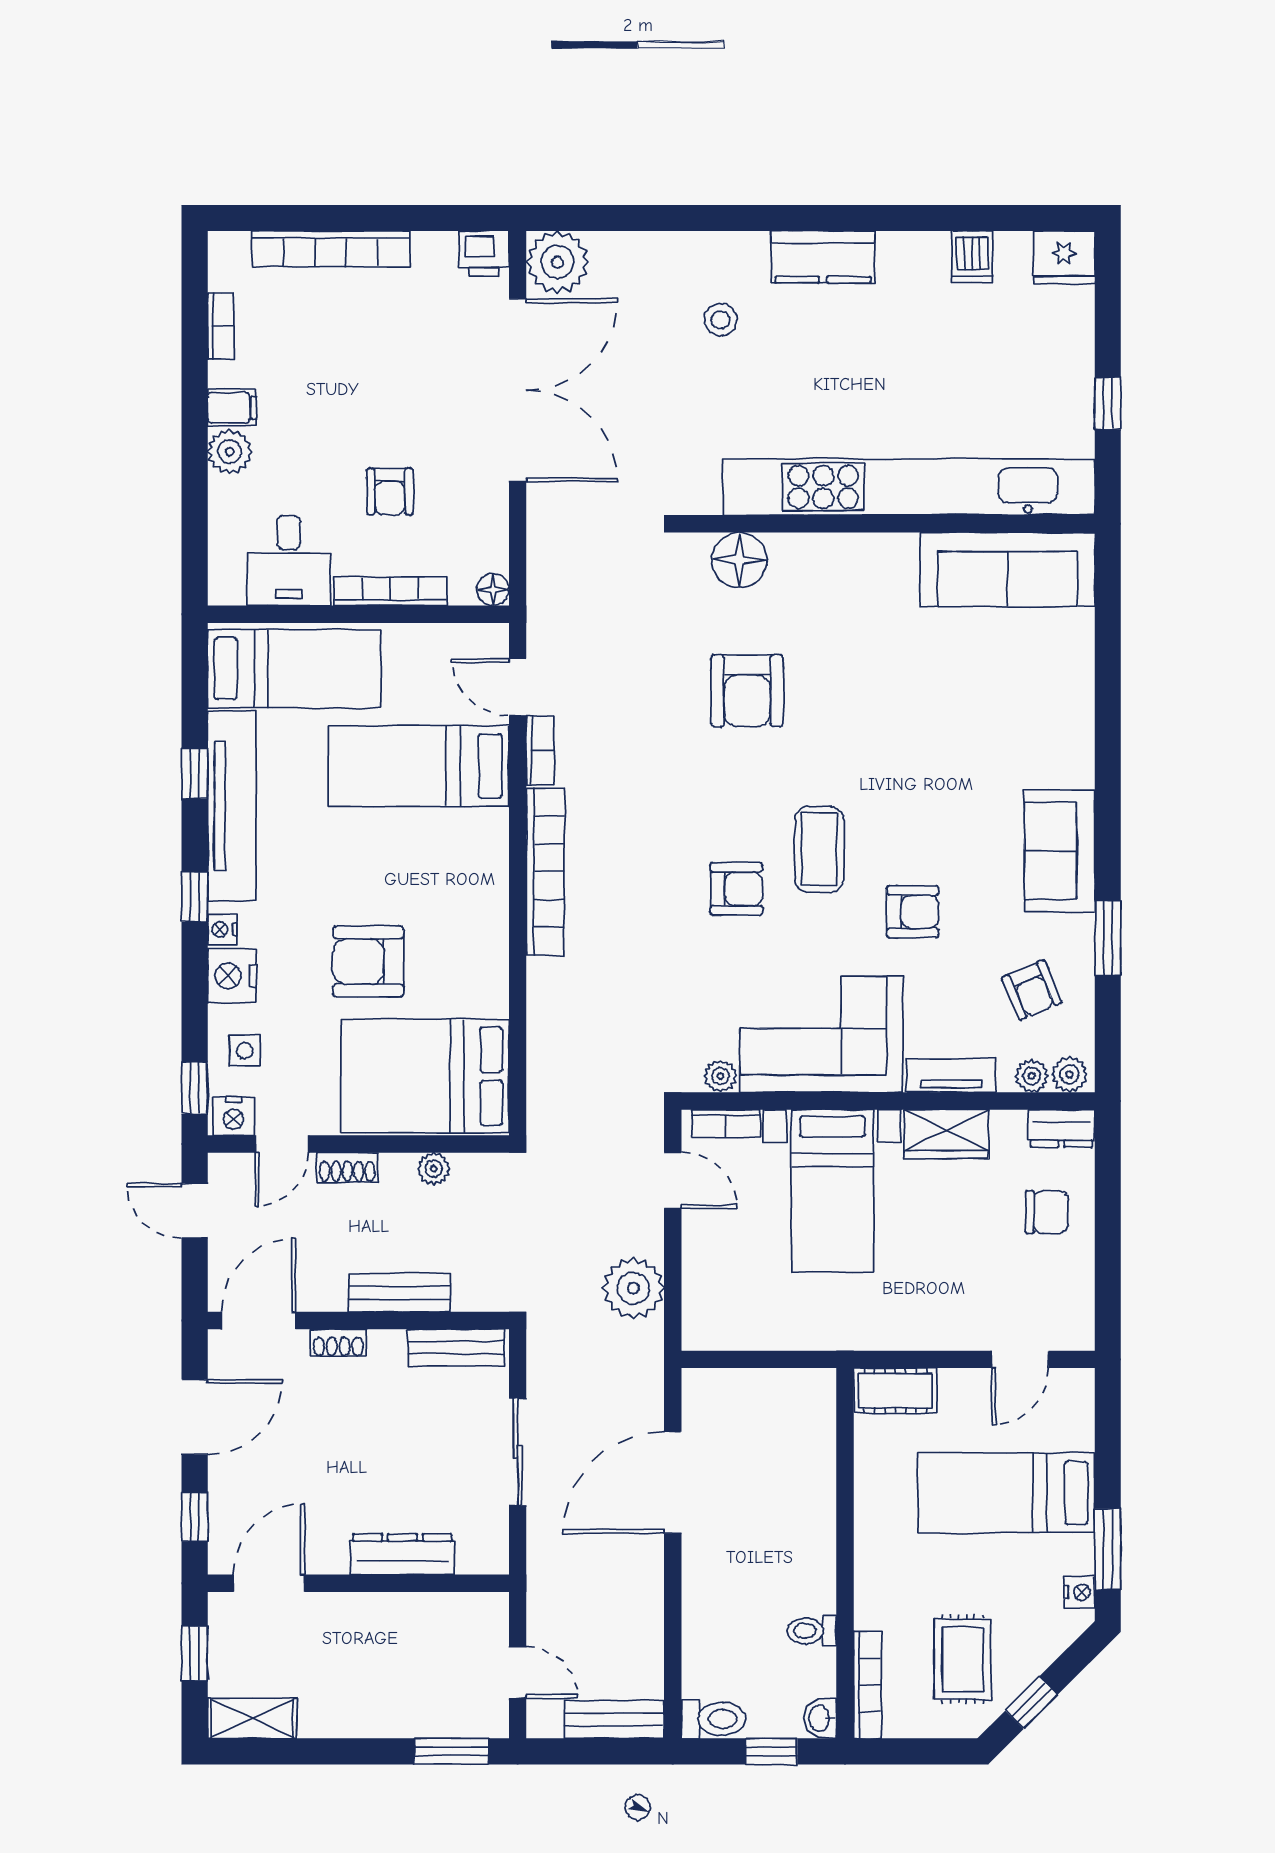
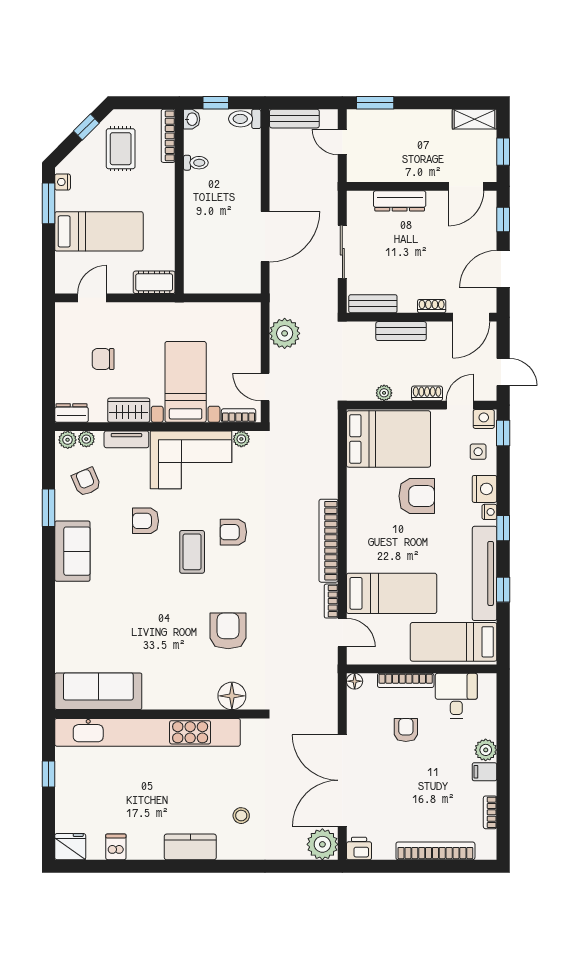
chair: (1047, 1212) -> (103, 359), moved

